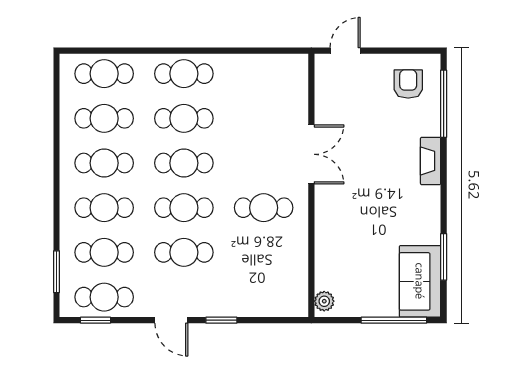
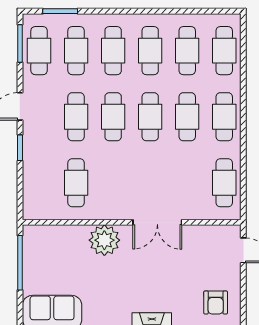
cafe table: (264, 74) -> (224, 183), added
armchair: (408, 84) -> (216, 303), turned 90
cafe table: (264, 208) -> (76, 183), moved
plant: (324, 301) -> (104, 240), moved, width x1.88, depth x1.88
window: (95, 320) -> (20, 43), width x1.50
window: (394, 320) -> (20, 263), moved

